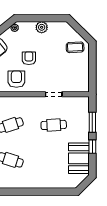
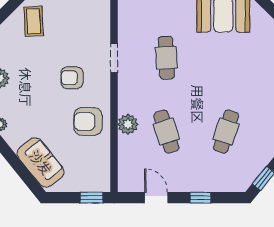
armchair: (29, 58) -> (72, 78), moved
plant: (15, 102) -> (128, 124), added

